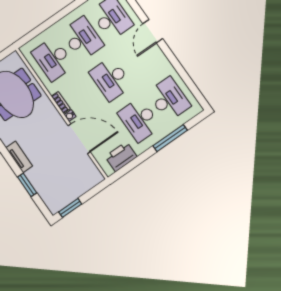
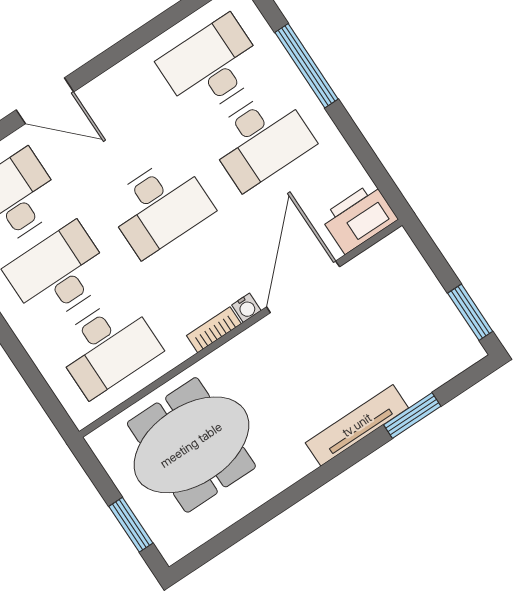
tv unit: (19, 157) -> (357, 425), width x1.41
printer: (121, 157) -> (359, 218), moved, turned 90

